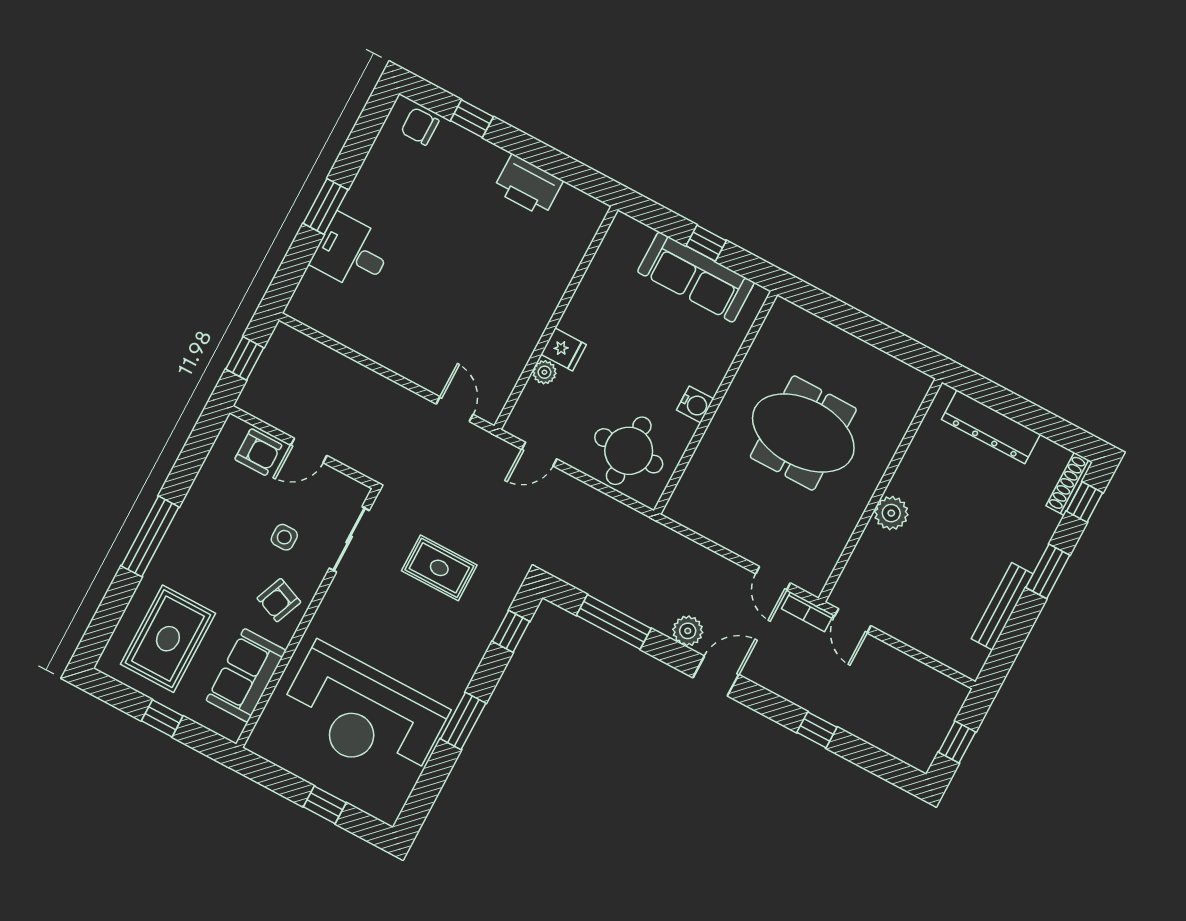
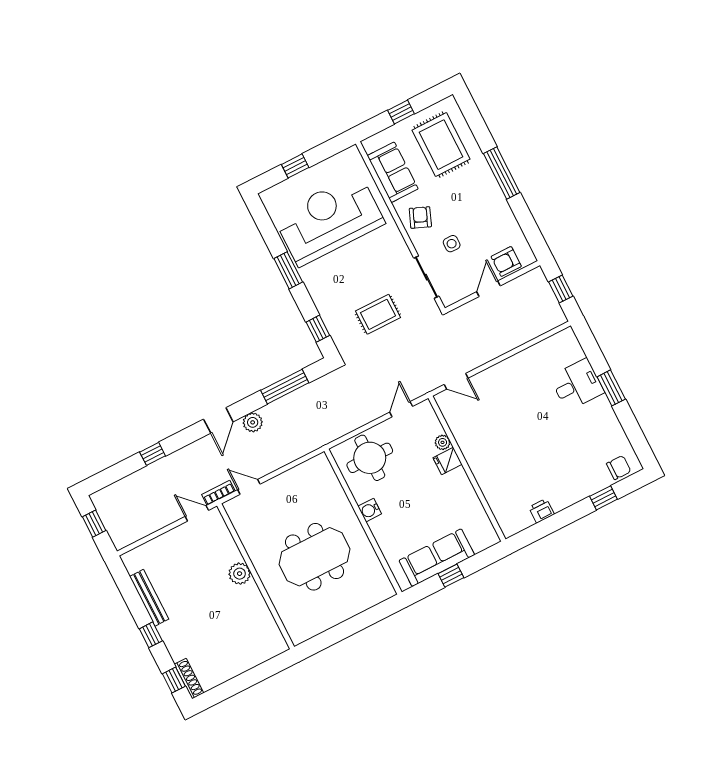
printer: (528, 185) -> (541, 511), width x0.53, depth x0.68
dresser: (991, 427) -> (248, 658), removed
window: (1048, 571) -> (151, 635), width x0.67

